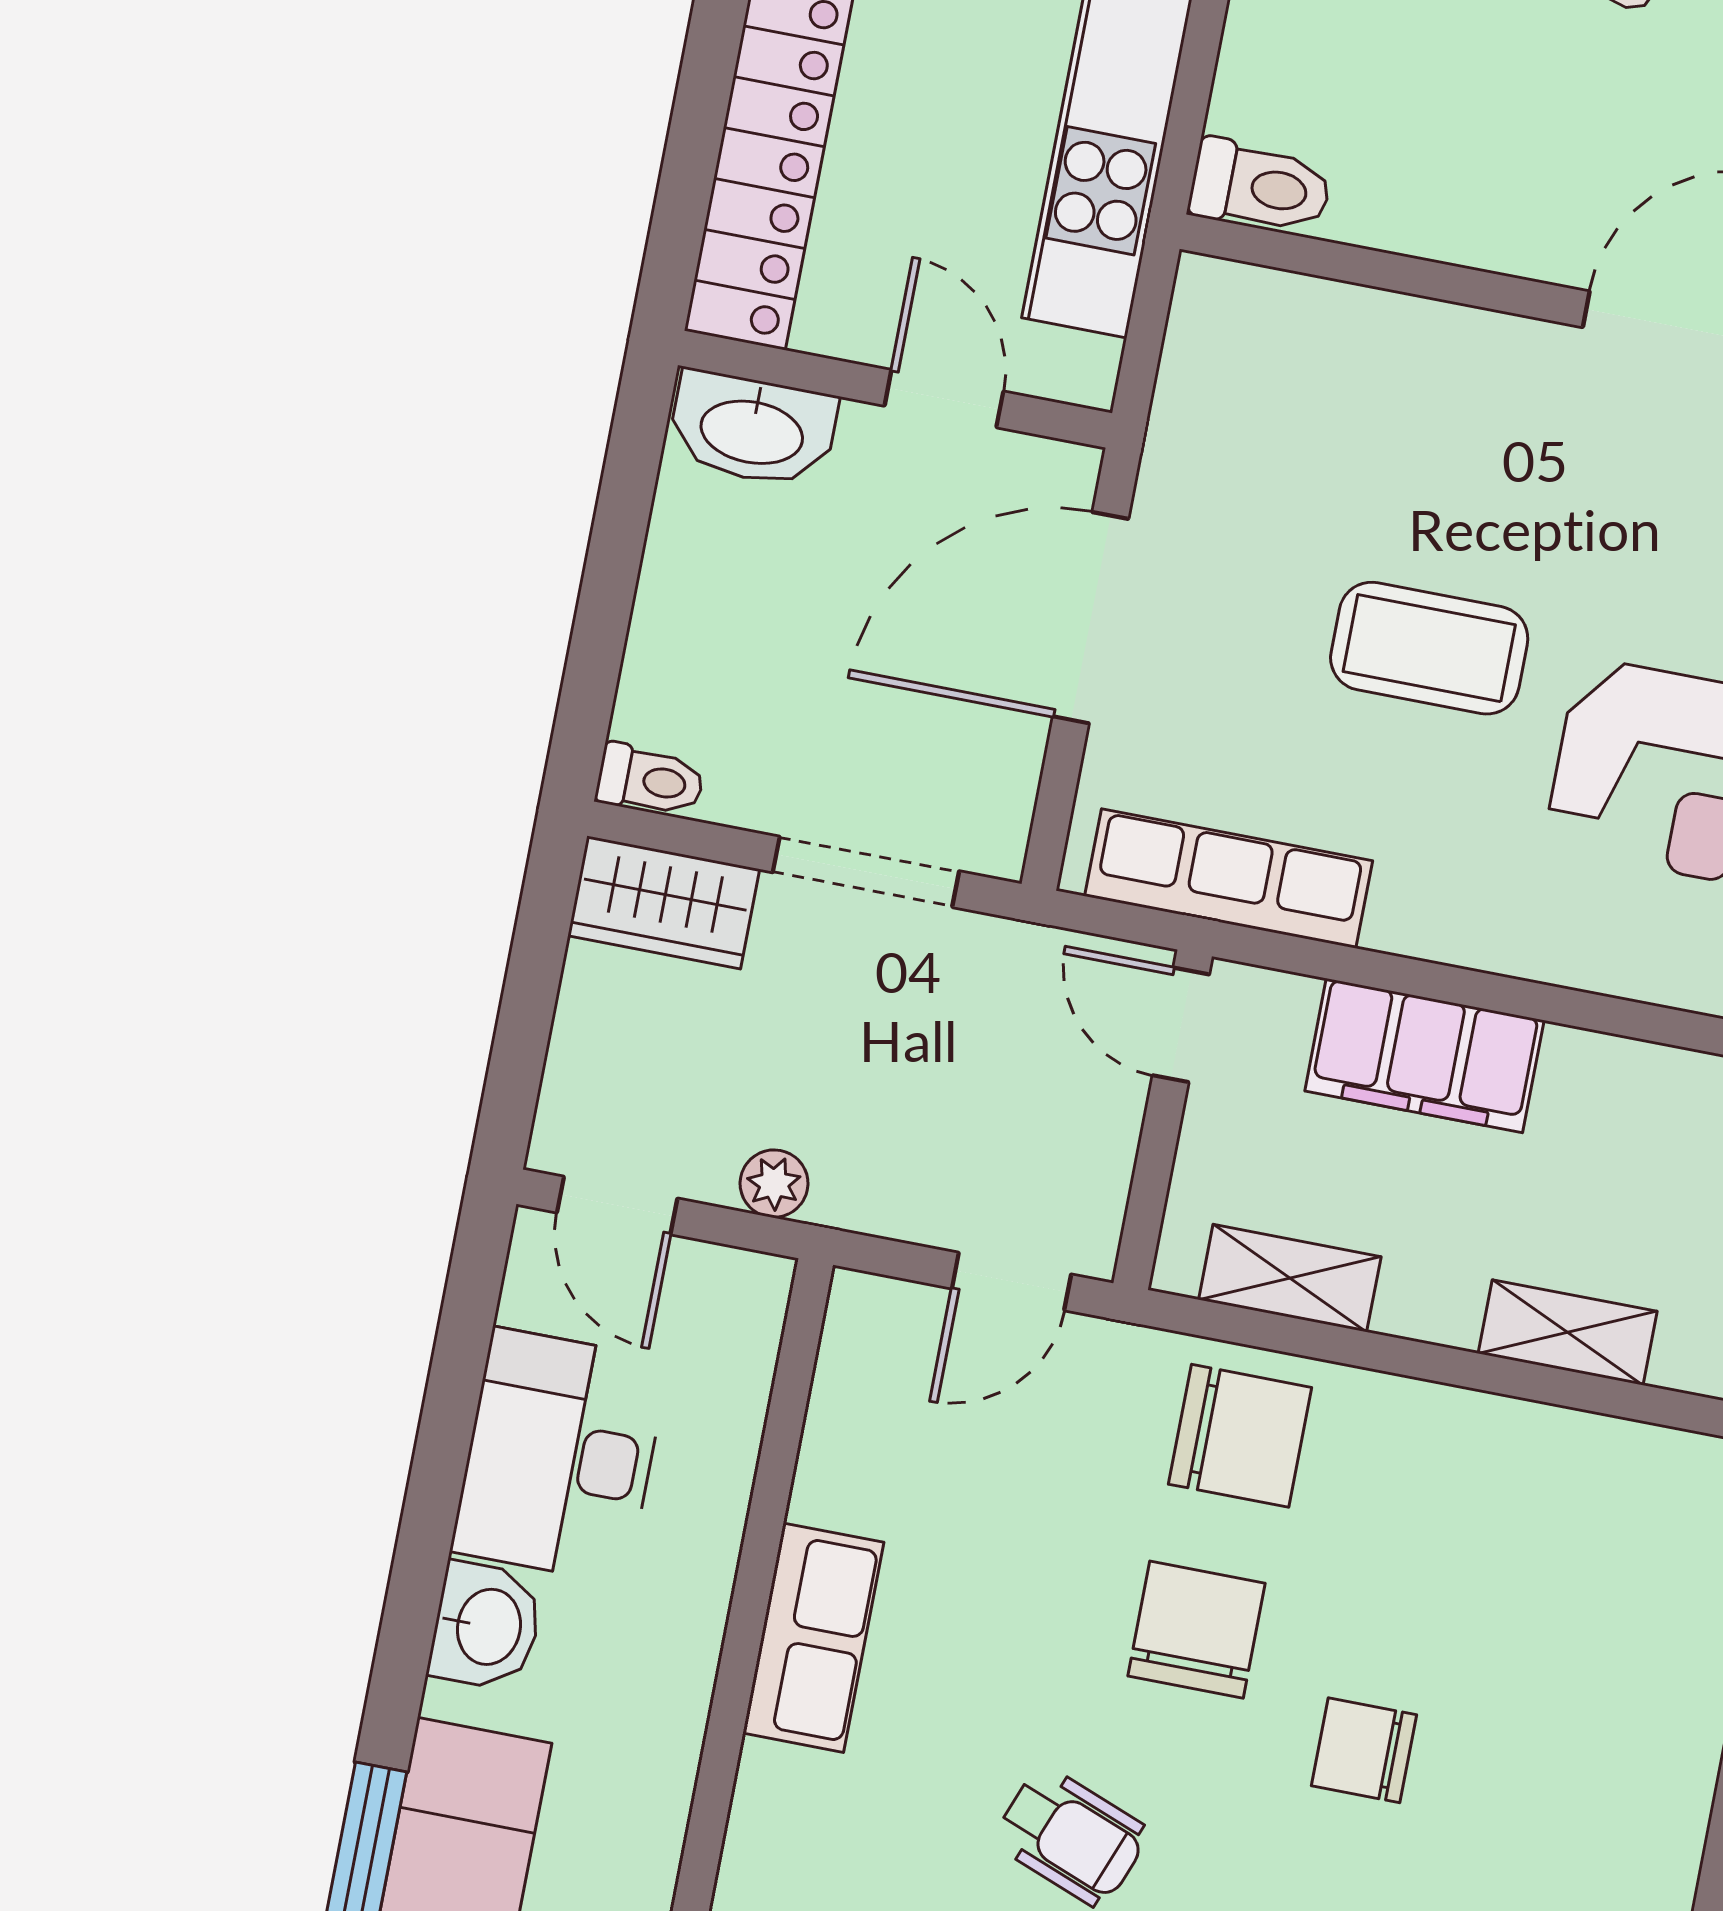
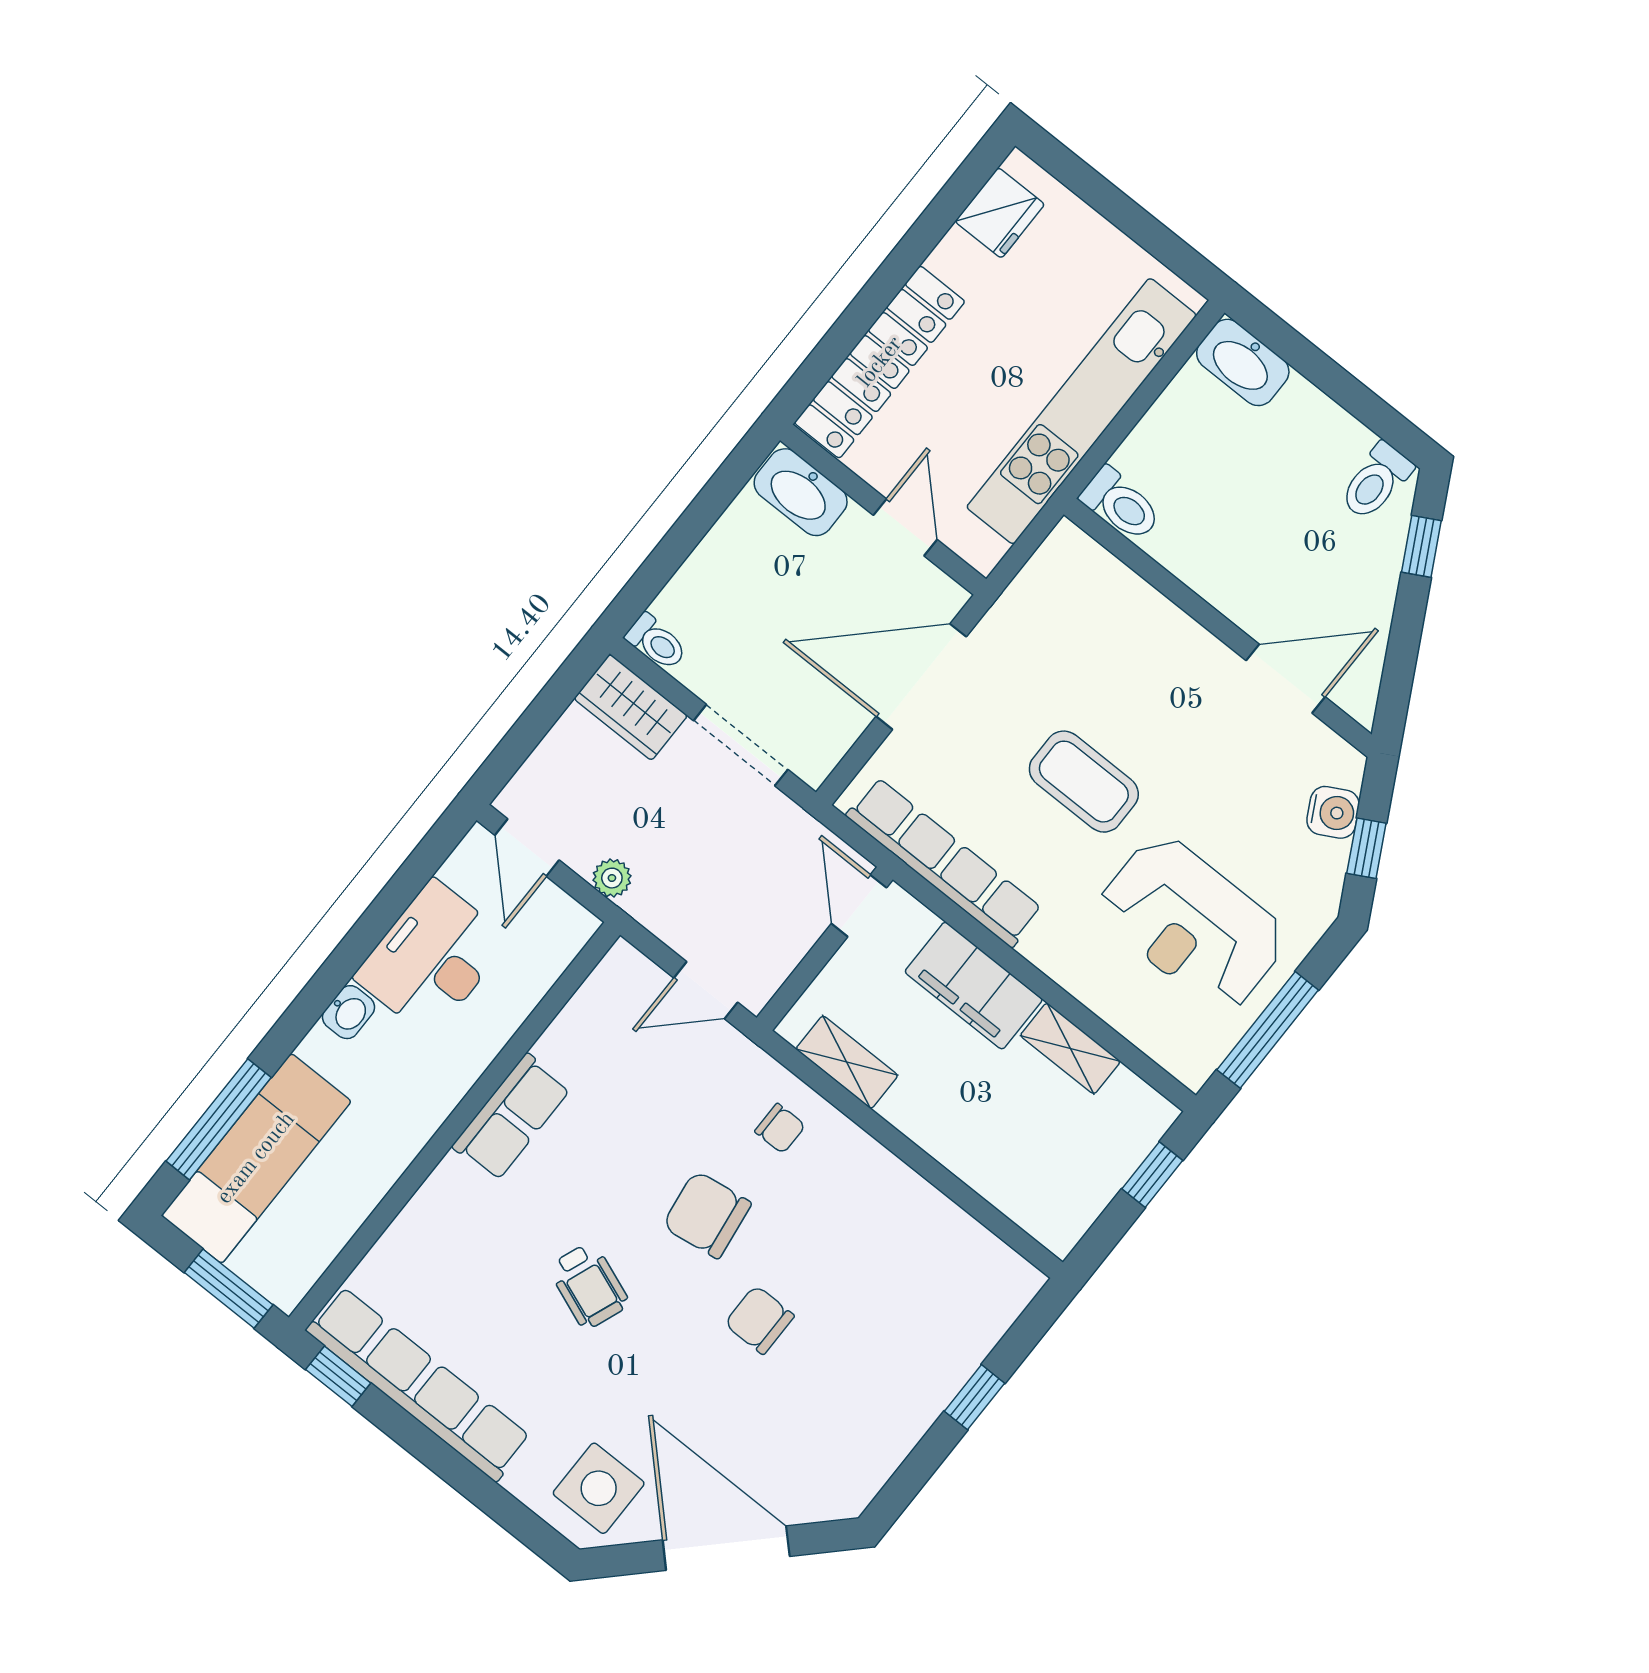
row of seats: (1229, 878) -> (944, 862), width x1.36
shelving: (1568, 1332) -> (1070, 1048), moved
chair: (1240, 1436) -> (780, 1128), width x0.54, depth x0.54
washbasin: (486, 1626) -> (349, 1012), width x0.72, depth x0.69
chair: (1197, 1630) -> (707, 1215), turned -98

